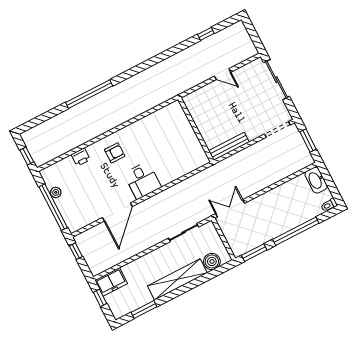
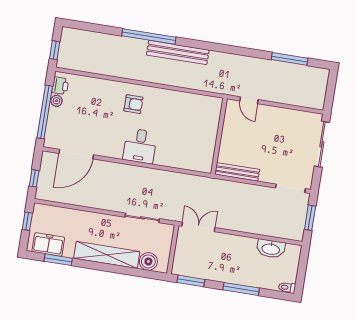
window: (206, 34) -> (290, 59), width x2.17
door: (223, 74) -> (249, 100), moved
bench: (119, 90) -> (178, 52), added
printer: (81, 157) -> (60, 86), moved, turned -90
washbasin: (316, 180) -> (271, 249), moved, turned -90
door: (117, 212) -> (76, 154), moved
window: (296, 231) -> (241, 289), width x0.68
window: (76, 251) -> (34, 178), moved
freezer: (111, 282) -> (48, 244), moved, turned 180

